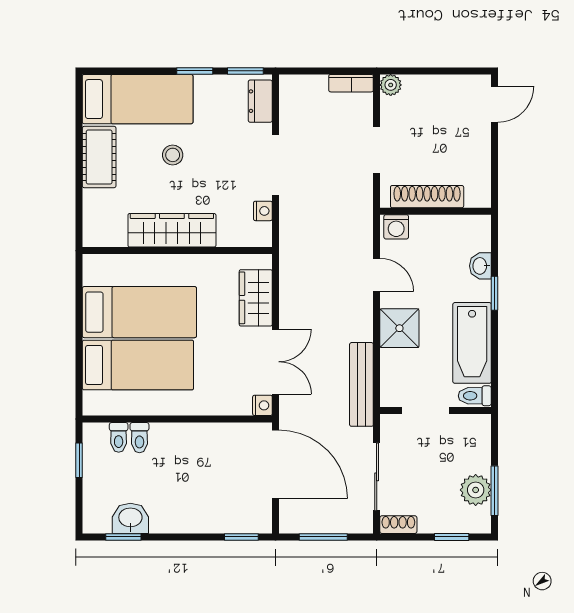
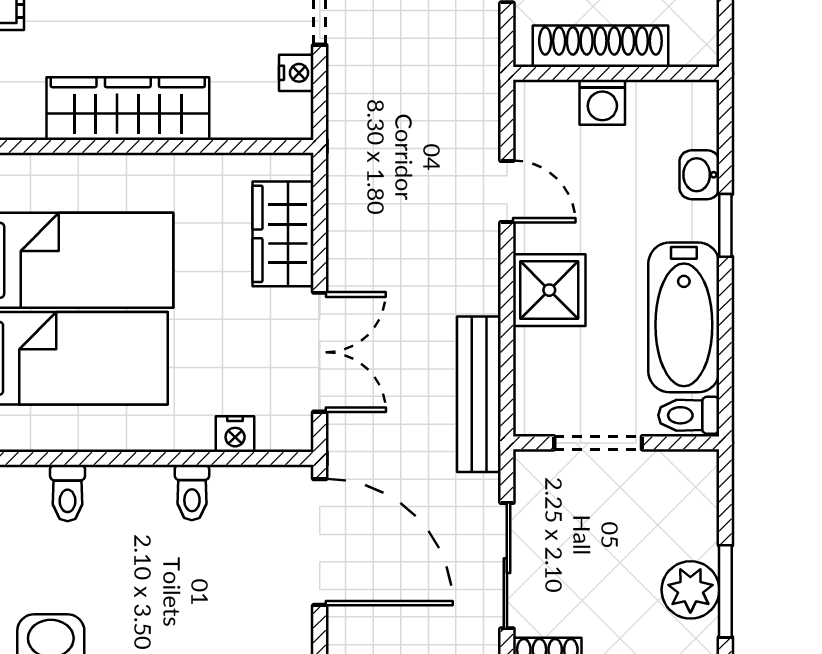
washing machine: (396, 227) -> (602, 102), moved
nightstand: (262, 405) -> (235, 434), moved, turned 90
toilet: (119, 437) -> (192, 492), moved

